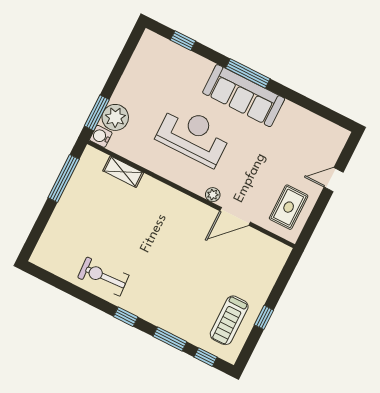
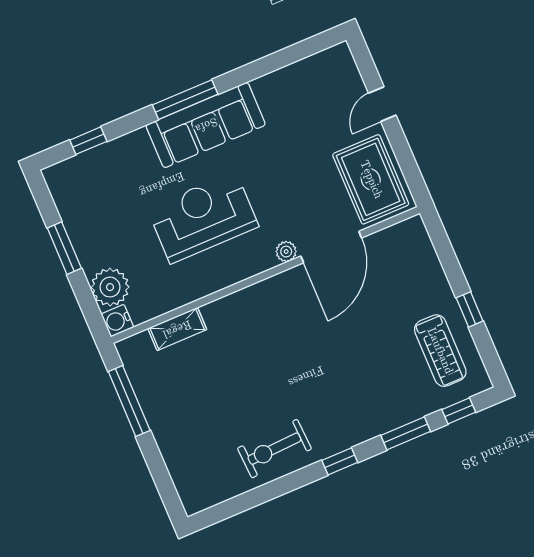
window: (97, 113) -> (64, 248), moved
rug: (289, 207) -> (371, 179), width x1.36, depth x1.43
door: (235, 216) -> (331, 247), width x1.36

